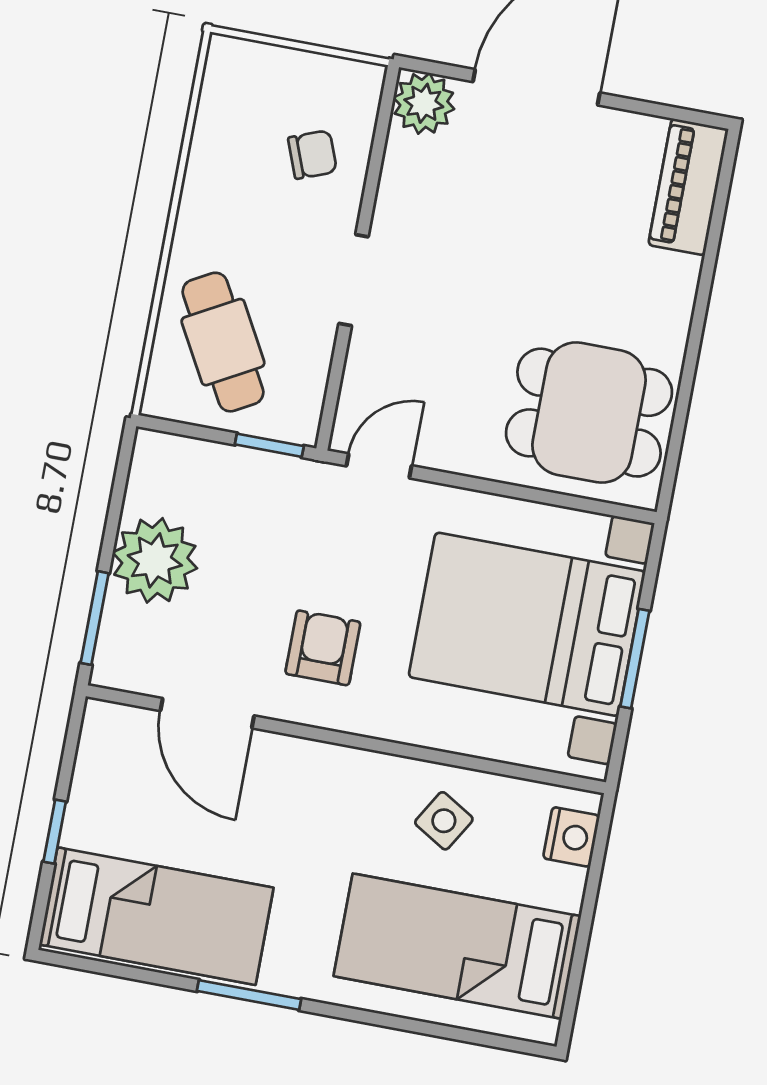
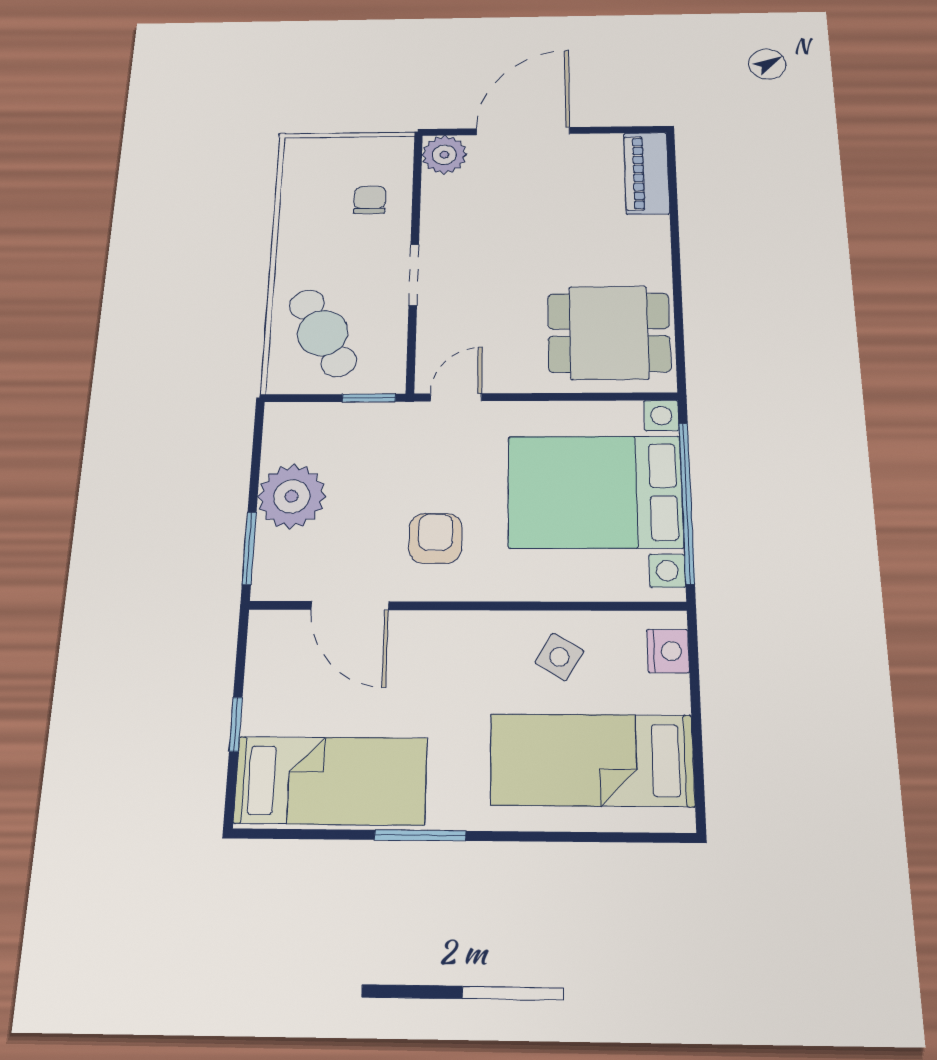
chair: (313, 155) -> (370, 200), turned -69
window: (635, 659) -> (687, 502), width x2.11

